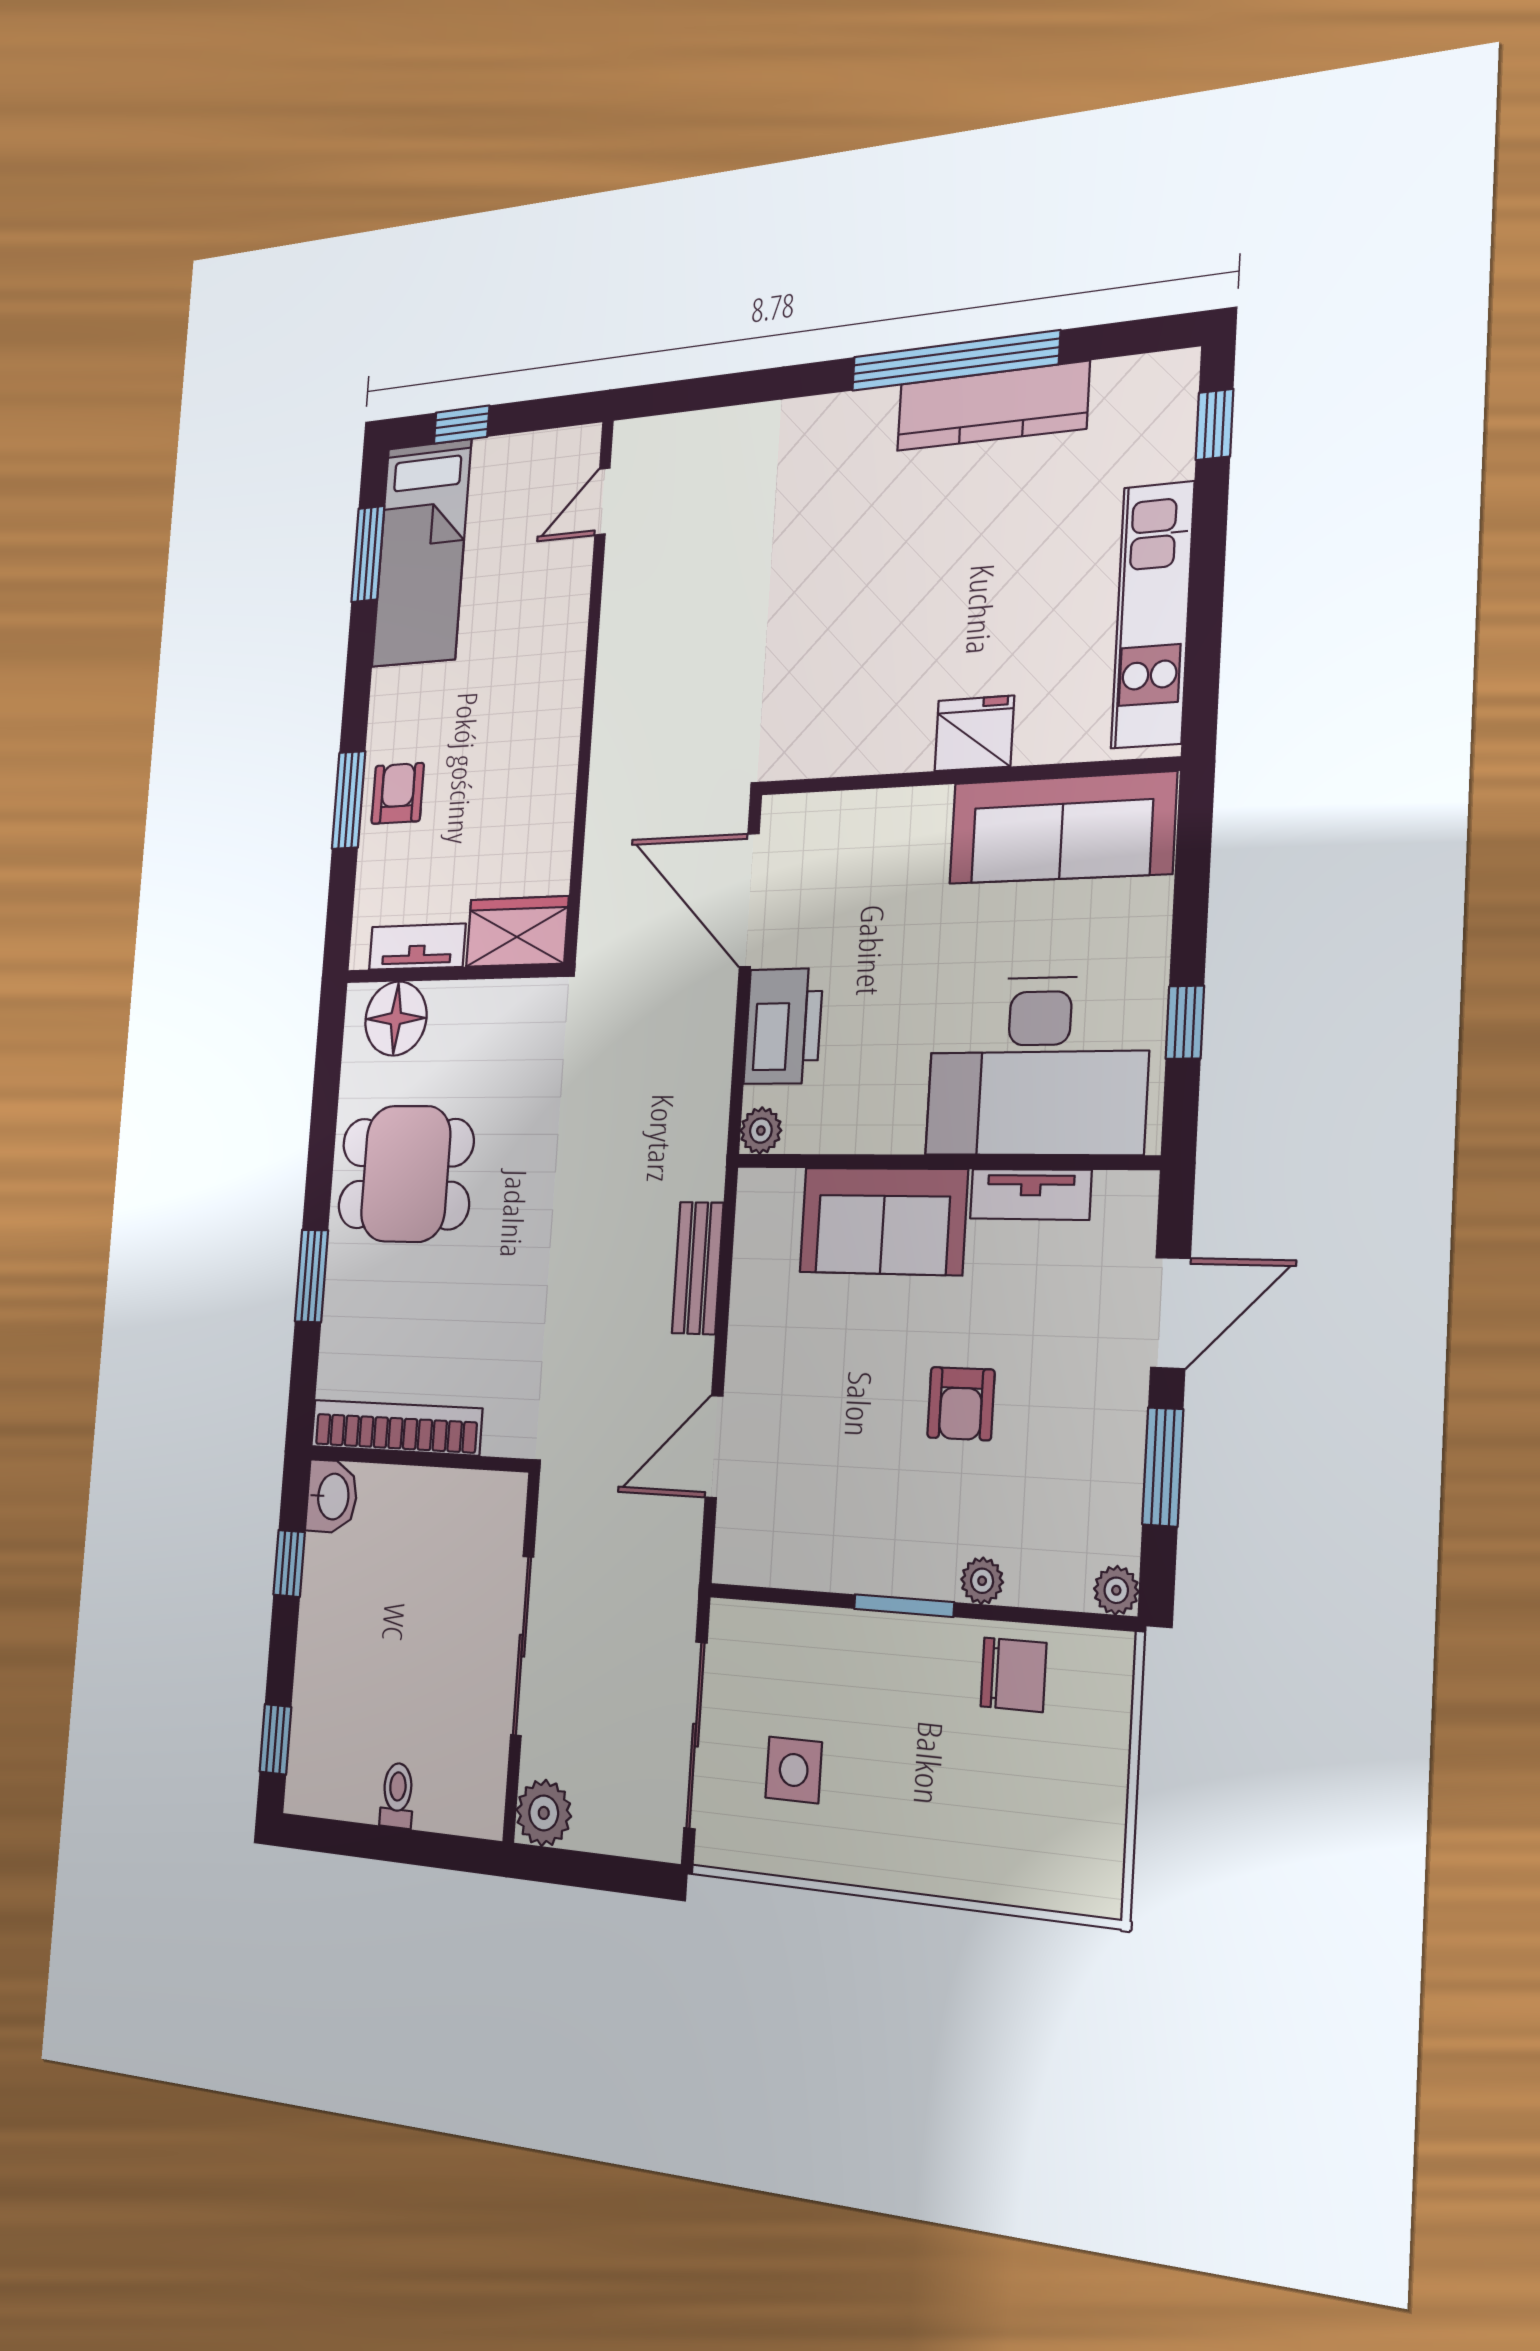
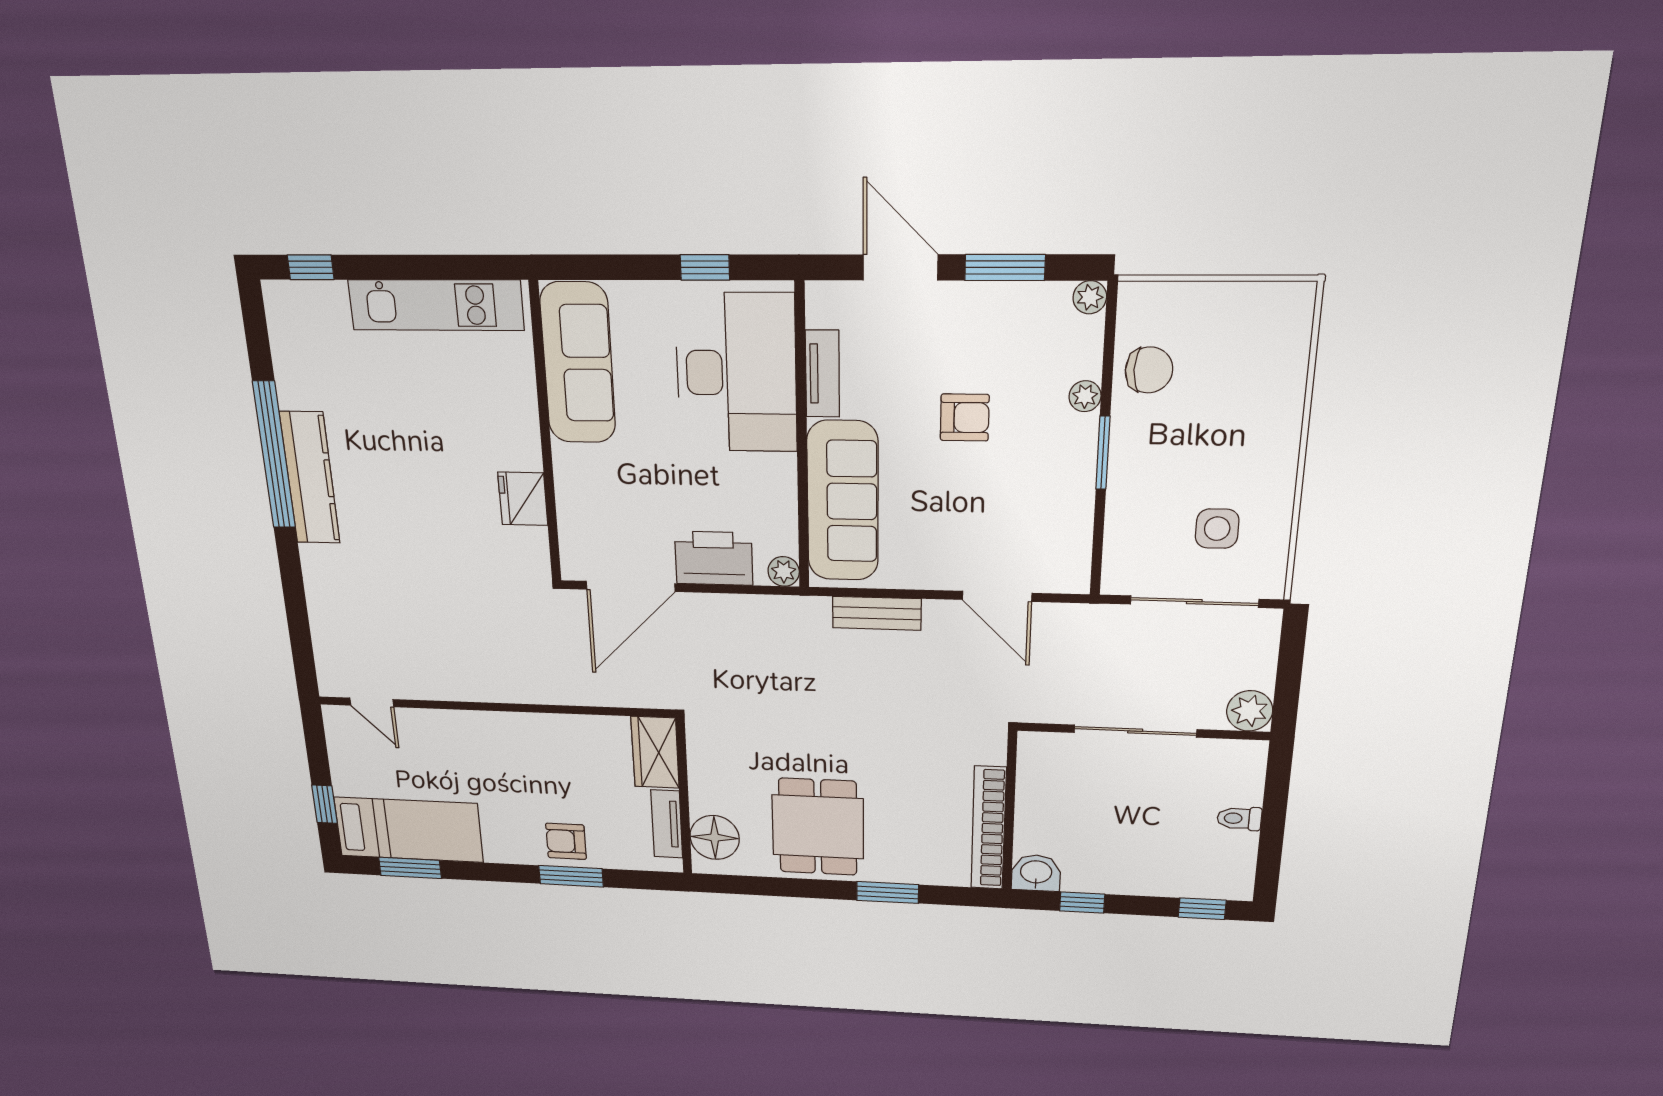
kitchen counter: (992, 406) -> (310, 478), moved
fridge: (974, 734) -> (523, 499), moved
sofa: (883, 1221) -> (843, 501), width x1.36
chair: (1013, 1675) -> (1149, 370), turned 90

